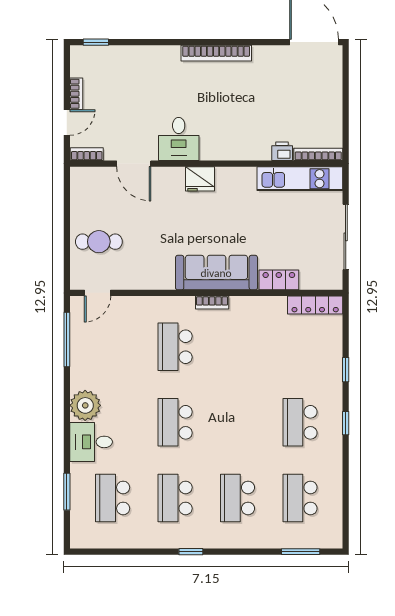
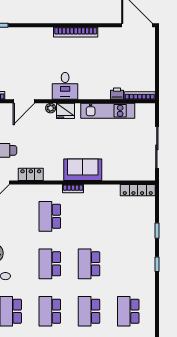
desk: (179, 139) -> (65, 86), moved
door: (134, 164) -> (24, 101), hinge flipped
plant: (176, 174) -> (51, 108), added
kitchen unit: (300, 179) -> (108, 111), moved
sofa: (216, 273) -> (83, 170), width x0.73
locker: (279, 280) -> (31, 174), moved
school desk: (300, 422) -> (89, 264), moved

